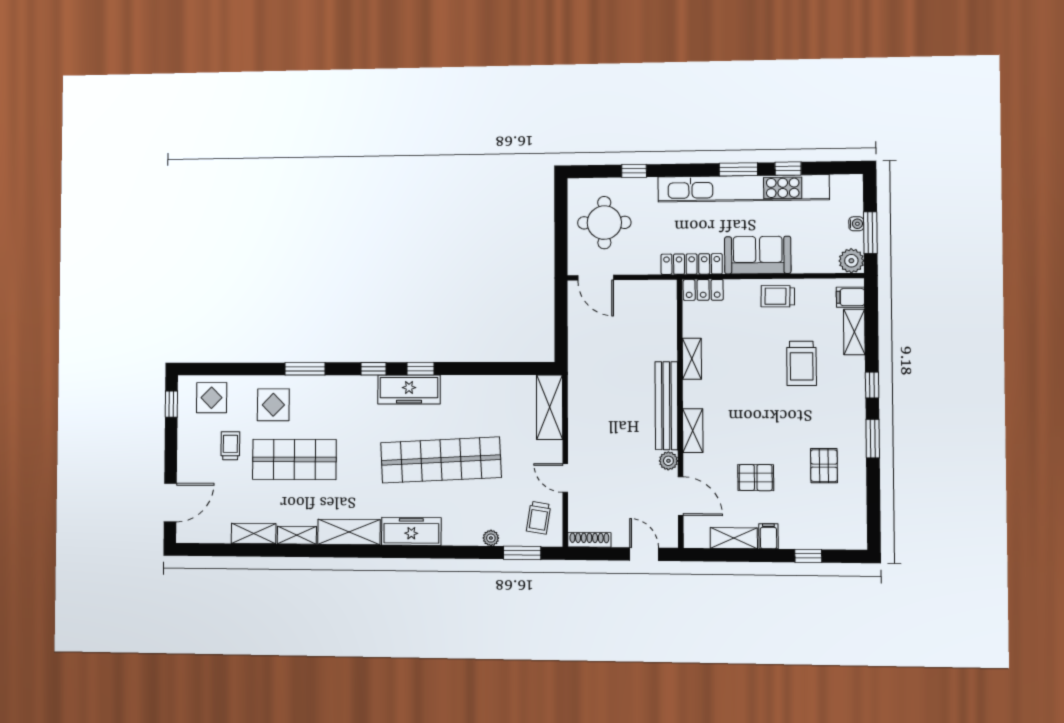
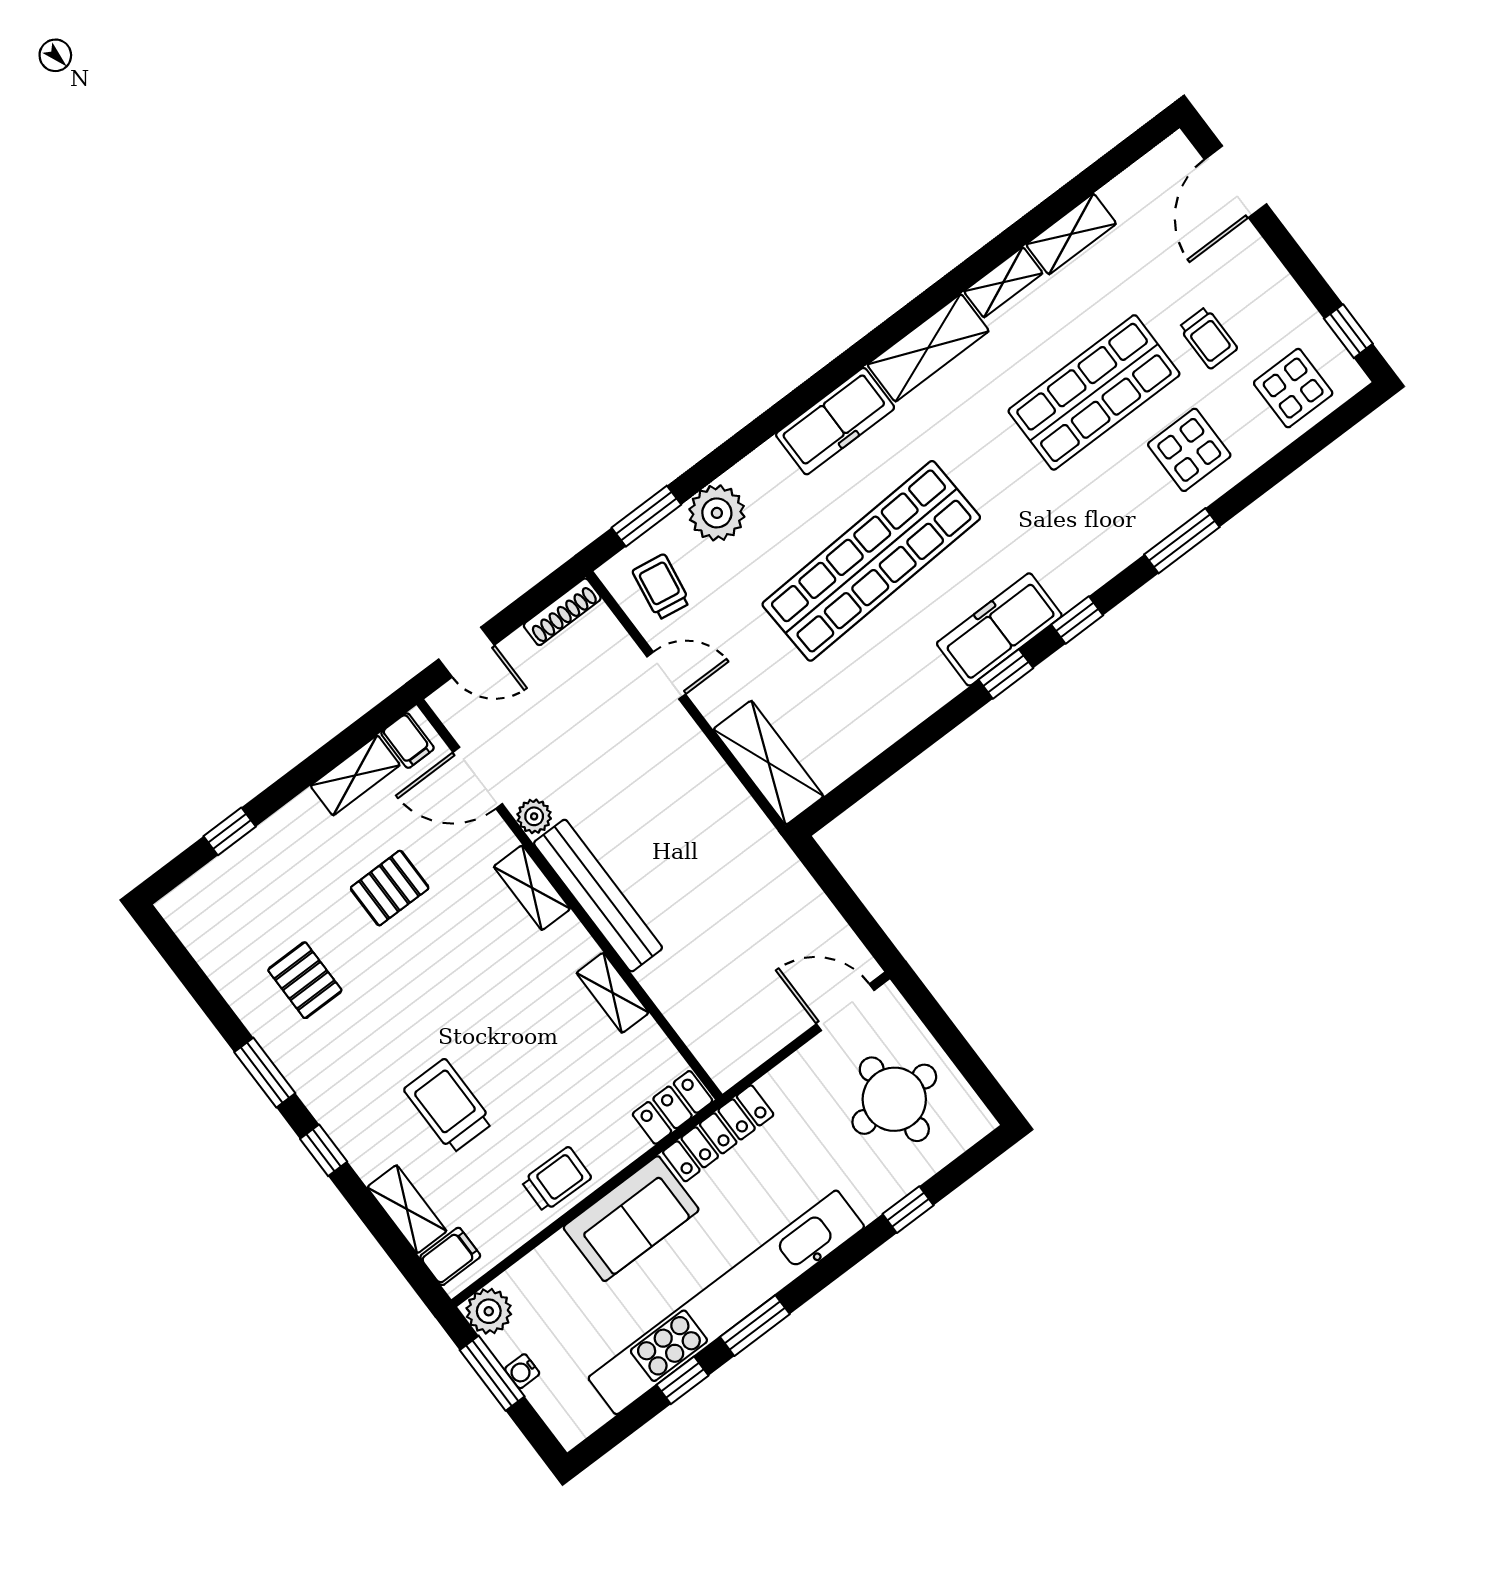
filing cabinet: (768, 536) -> (408, 741), moved
plant: (491, 538) -> (717, 513), width x1.88, depth x1.88

